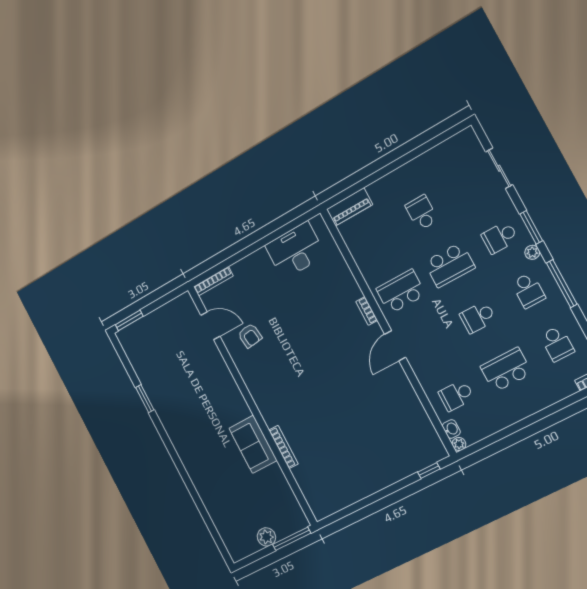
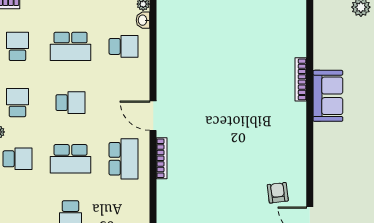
school desk: (450, 265) -> (70, 159), turned 180
school desk: (401, 292) -> (123, 159), turned -90
bookcase: (367, 311) -> (162, 158), width x1.56
door: (395, 346) -> (153, 116), swing flipped

